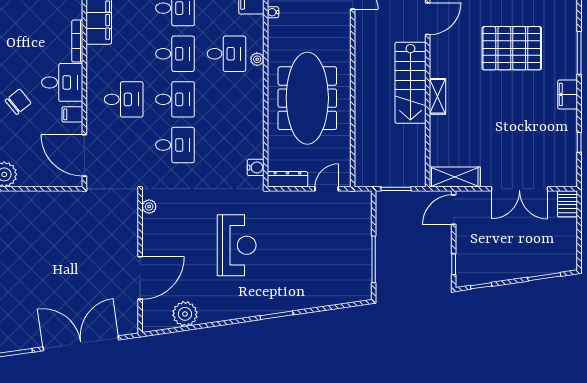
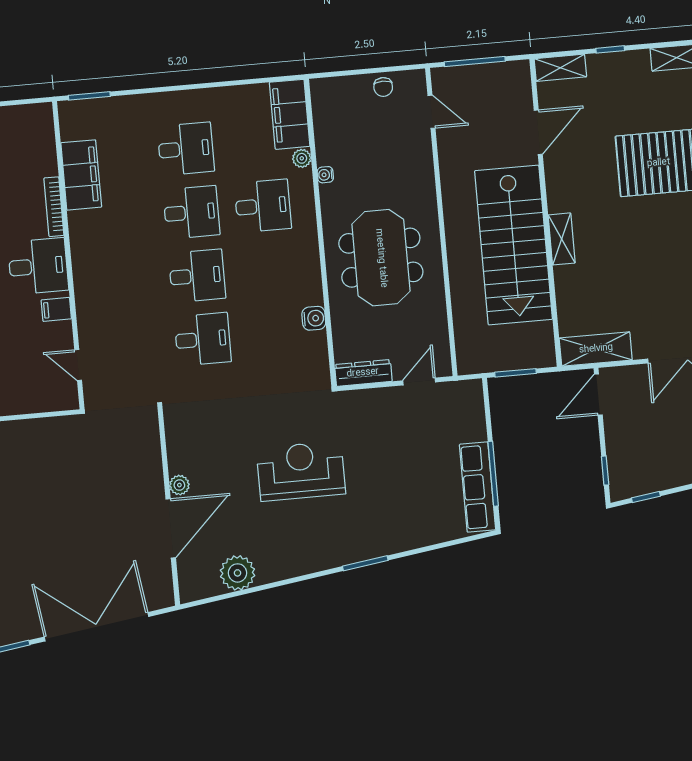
water cooler: (273, 12) -> (325, 175), moved
plant: (257, 59) -> (302, 158), moved
stairs: (410, 83) -> (514, 245), width x1.36, depth x1.51
meeting table: (307, 98) -> (381, 258), width x0.73
desk: (124, 99) -> (126, 282), removed
door: (84, 155) -> (78, 365), width x0.53
water cooler: (256, 167) -> (314, 318), moved
plant: (149, 207) -> (179, 485), moved
reception desk: (237, 245) -> (301, 471), turned -90
row of seats: (362, 268) -> (477, 487), added

